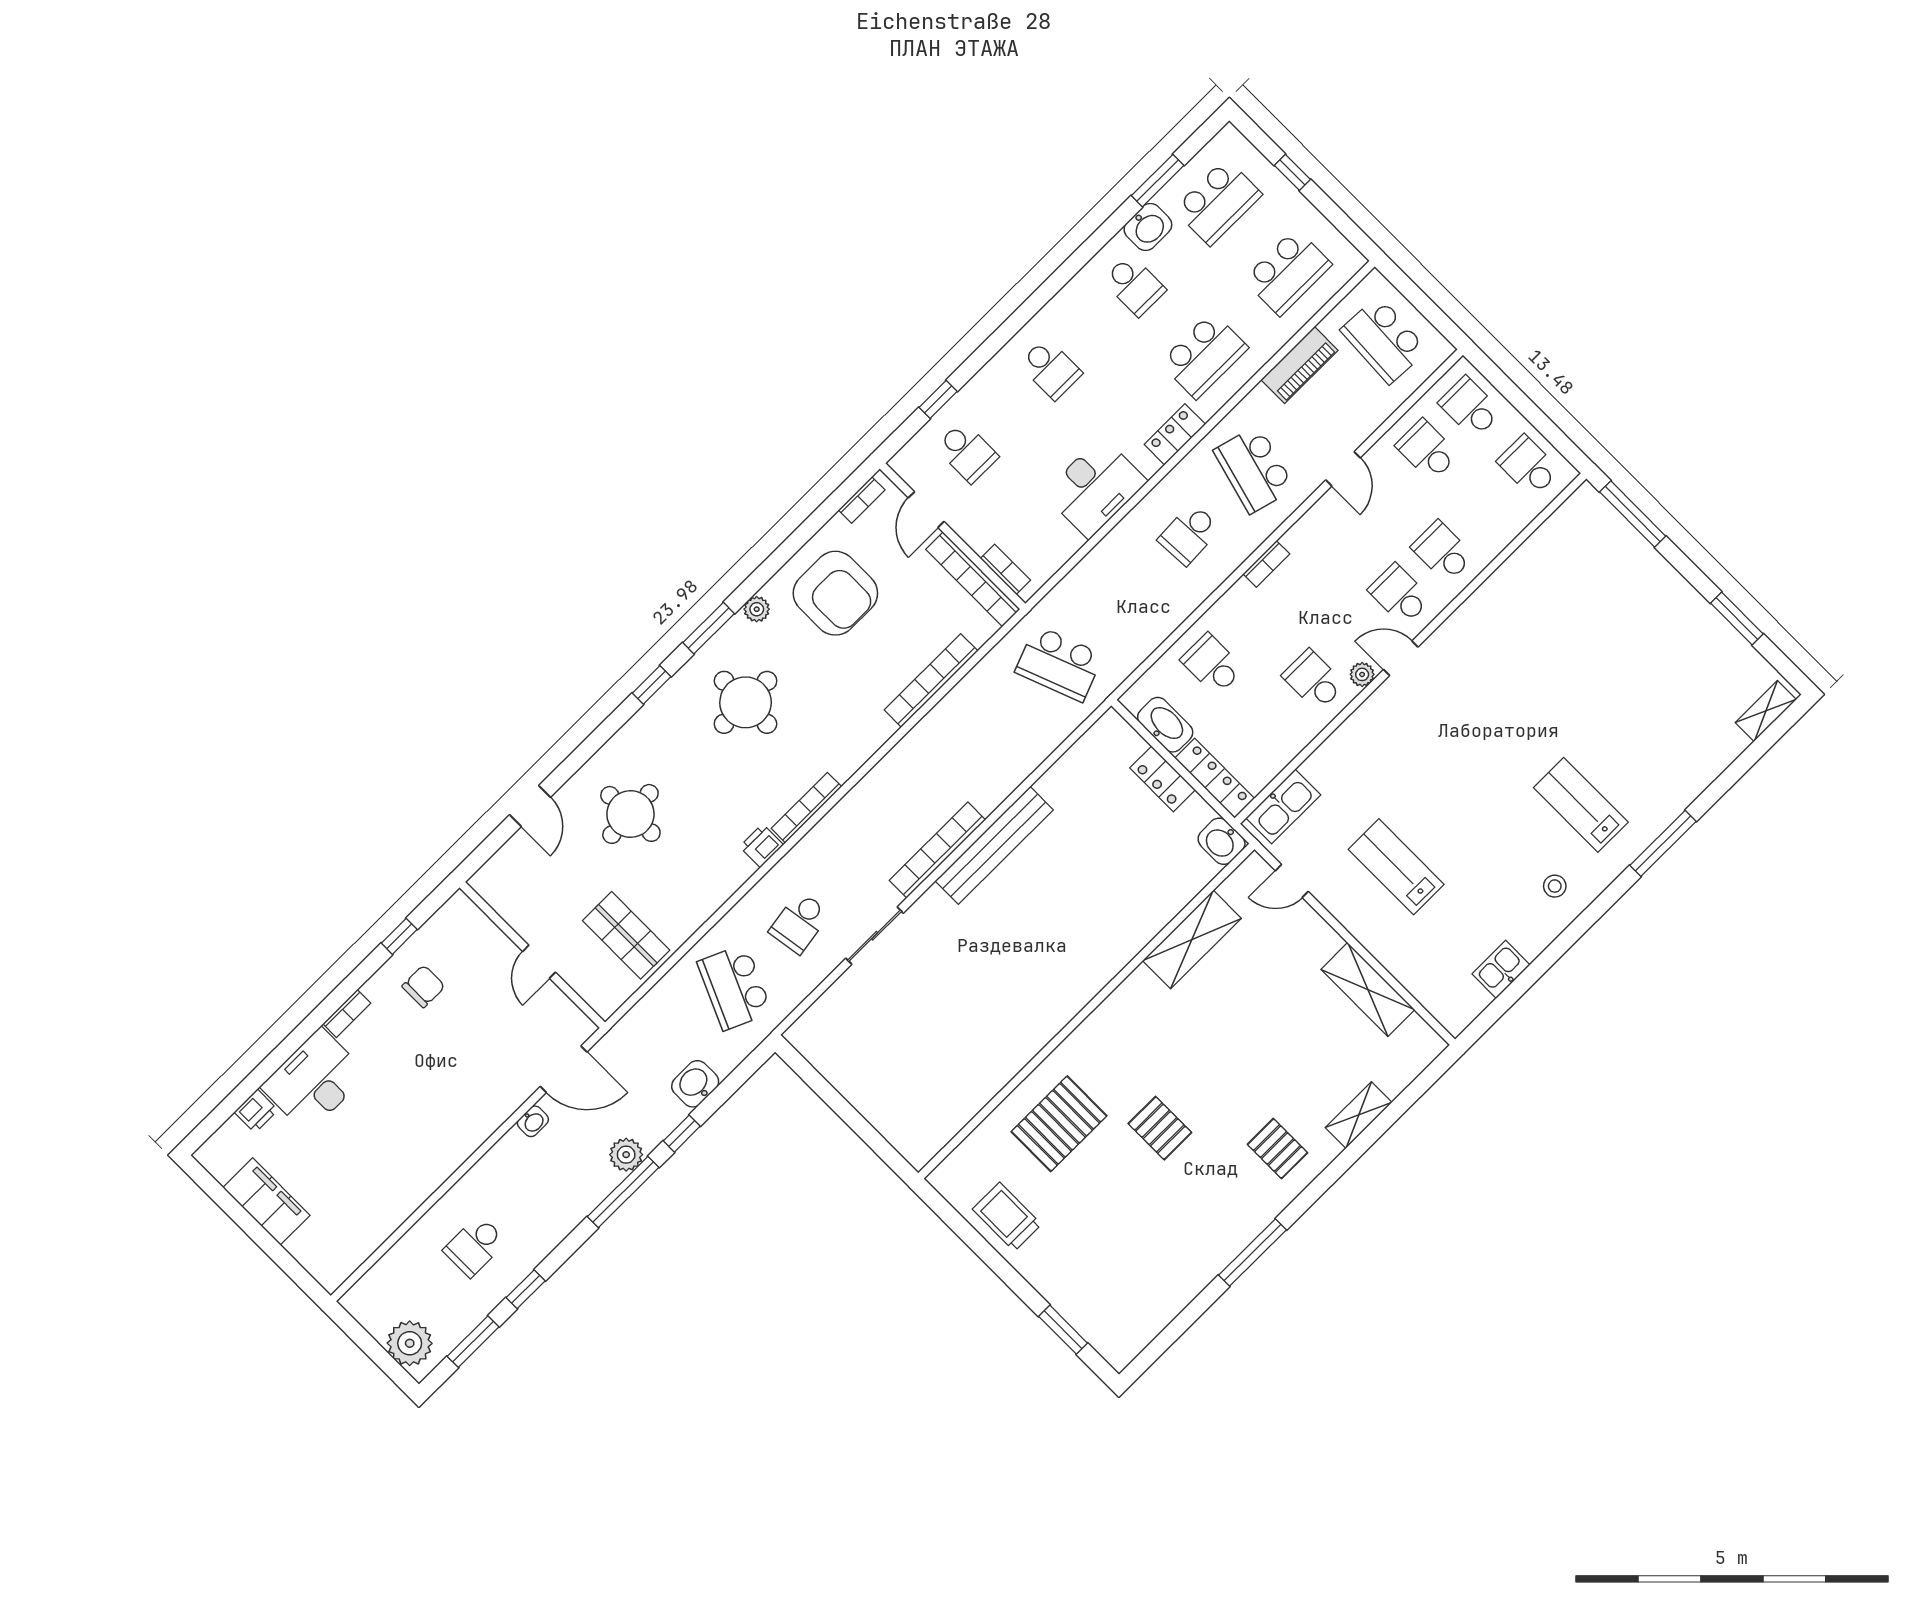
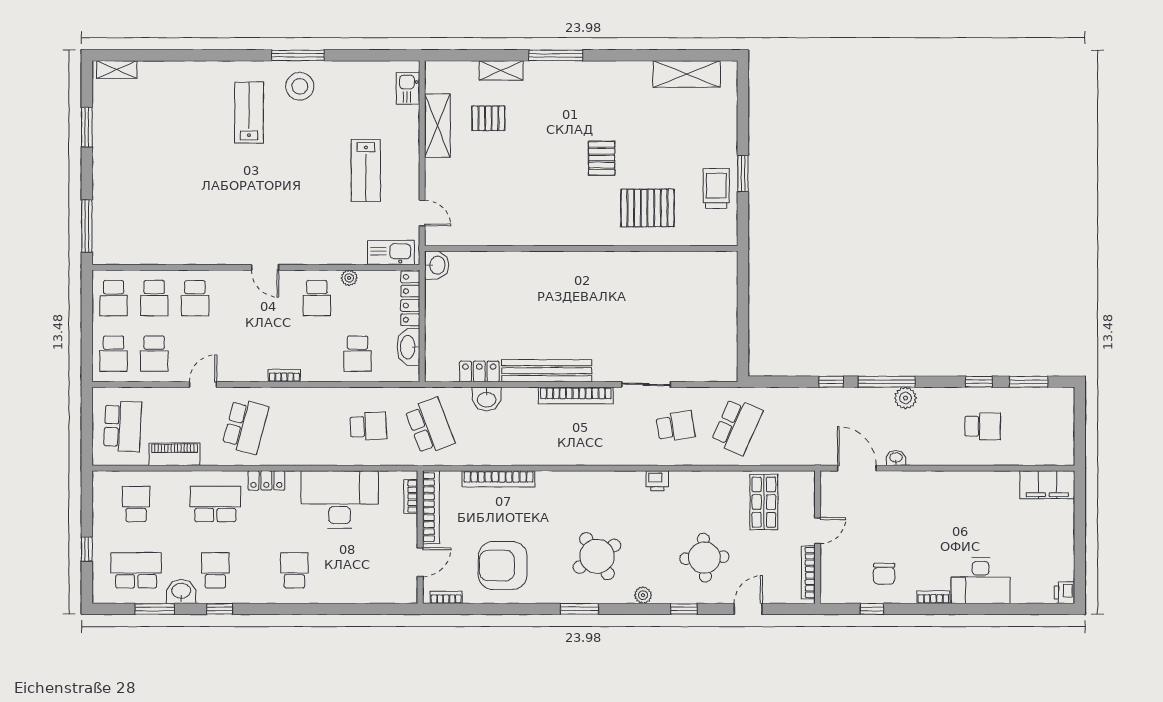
school desk: (1288, 272) -> (136, 504), width x0.54
window: (938, 399) -> (220, 609), moved
school desk: (967, 452) -> (374, 570), removed
desk: (1095, 487) -> (340, 499), width x1.36, depth x1.30
school desk: (1189, 534) -> (368, 426), moved
armchair: (835, 593) -> (503, 565), turned -90
school desk: (1400, 594) -> (154, 298), moved
plant: (757, 609) -> (643, 595), moved
plant: (1362, 674) -> (349, 278), moved
window: (652, 685) -> (684, 609), moved
round table: (746, 702) -> (597, 556), turned -32
locker: (1163, 779) -> (479, 371), moved, turned -90
lab bench: (1581, 805) -> (249, 113), turned 180
bookcase: (806, 808) -> (808, 572), moved, turned 90
window: (1663, 843) -> (298, 55), moved
stool: (1555, 886) -> (300, 86), width x1.89, depth x1.89
shelving: (1192, 939) -> (687, 74), moved
kitchen sink: (1501, 969) -> (408, 88), moved, turned 90
chair: (424, 986) -> (884, 574), turned -90
washbasin: (695, 1084) -> (487, 399), moved
printer: (256, 1111) -> (1065, 593), moved, turned -90
pallet: (1277, 1149) -> (488, 118), moved, turned 90
plant: (626, 1155) -> (905, 398), moved
filing cabinet: (266, 1201) -> (1047, 485), moved, turned -90
trolley: (1007, 1217) -> (716, 188), turned 180
window: (1252, 1253) -> (556, 55), moved
window: (1063, 1330) -> (743, 174), moved
plant: (410, 1343) -> (1059, 411), removed

